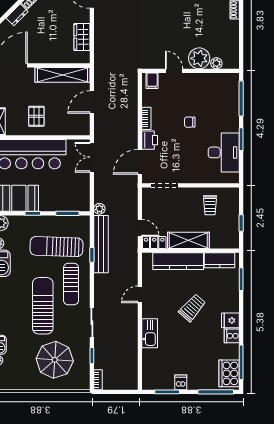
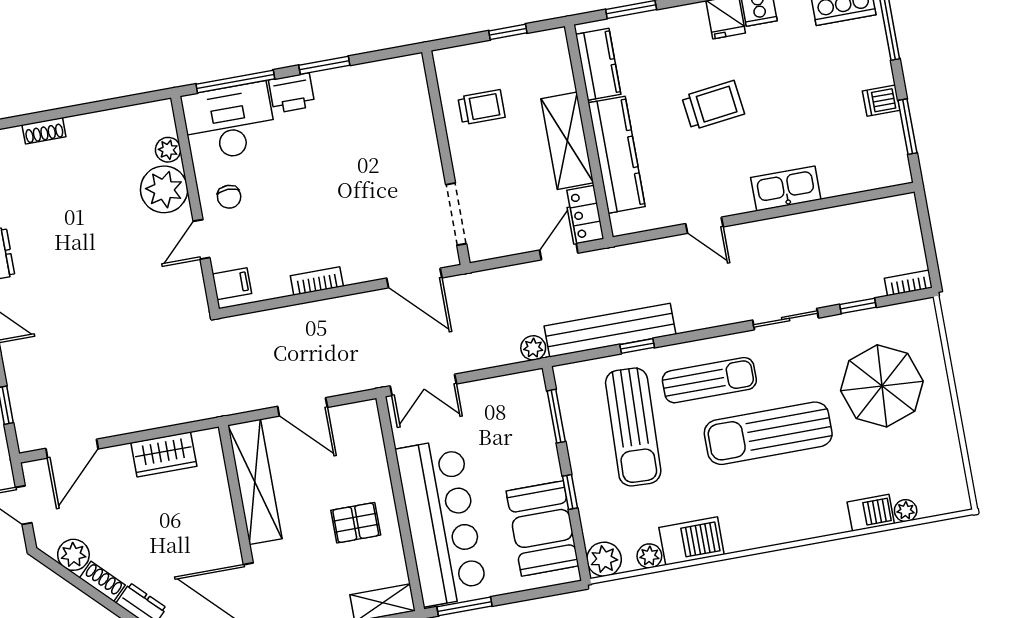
chair: (190, 122) -> (229, 197), moved
printer: (150, 140) -> (292, 93), moved, turned 180
desk: (224, 152) -> (229, 122), moved
trolley: (192, 308) -> (713, 105), turned 132

